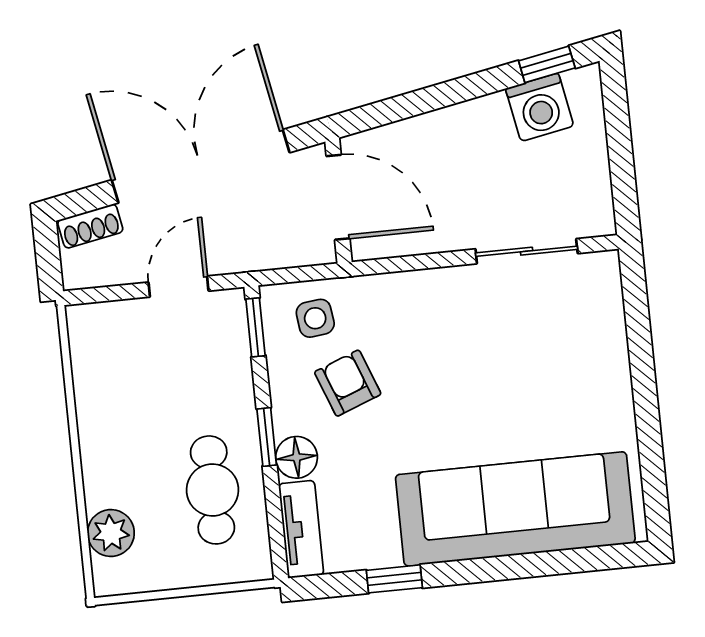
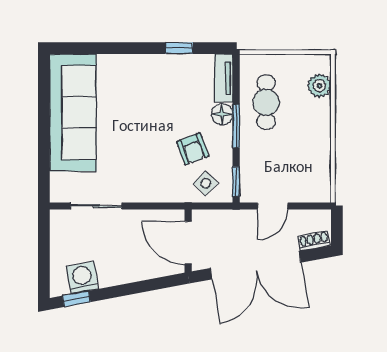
side table: (315, 318) -> (206, 183), turned -38
window: (267, 437) -> (236, 126), width x1.50
sofa: (515, 509) -> (73, 113), moved, turned -90

